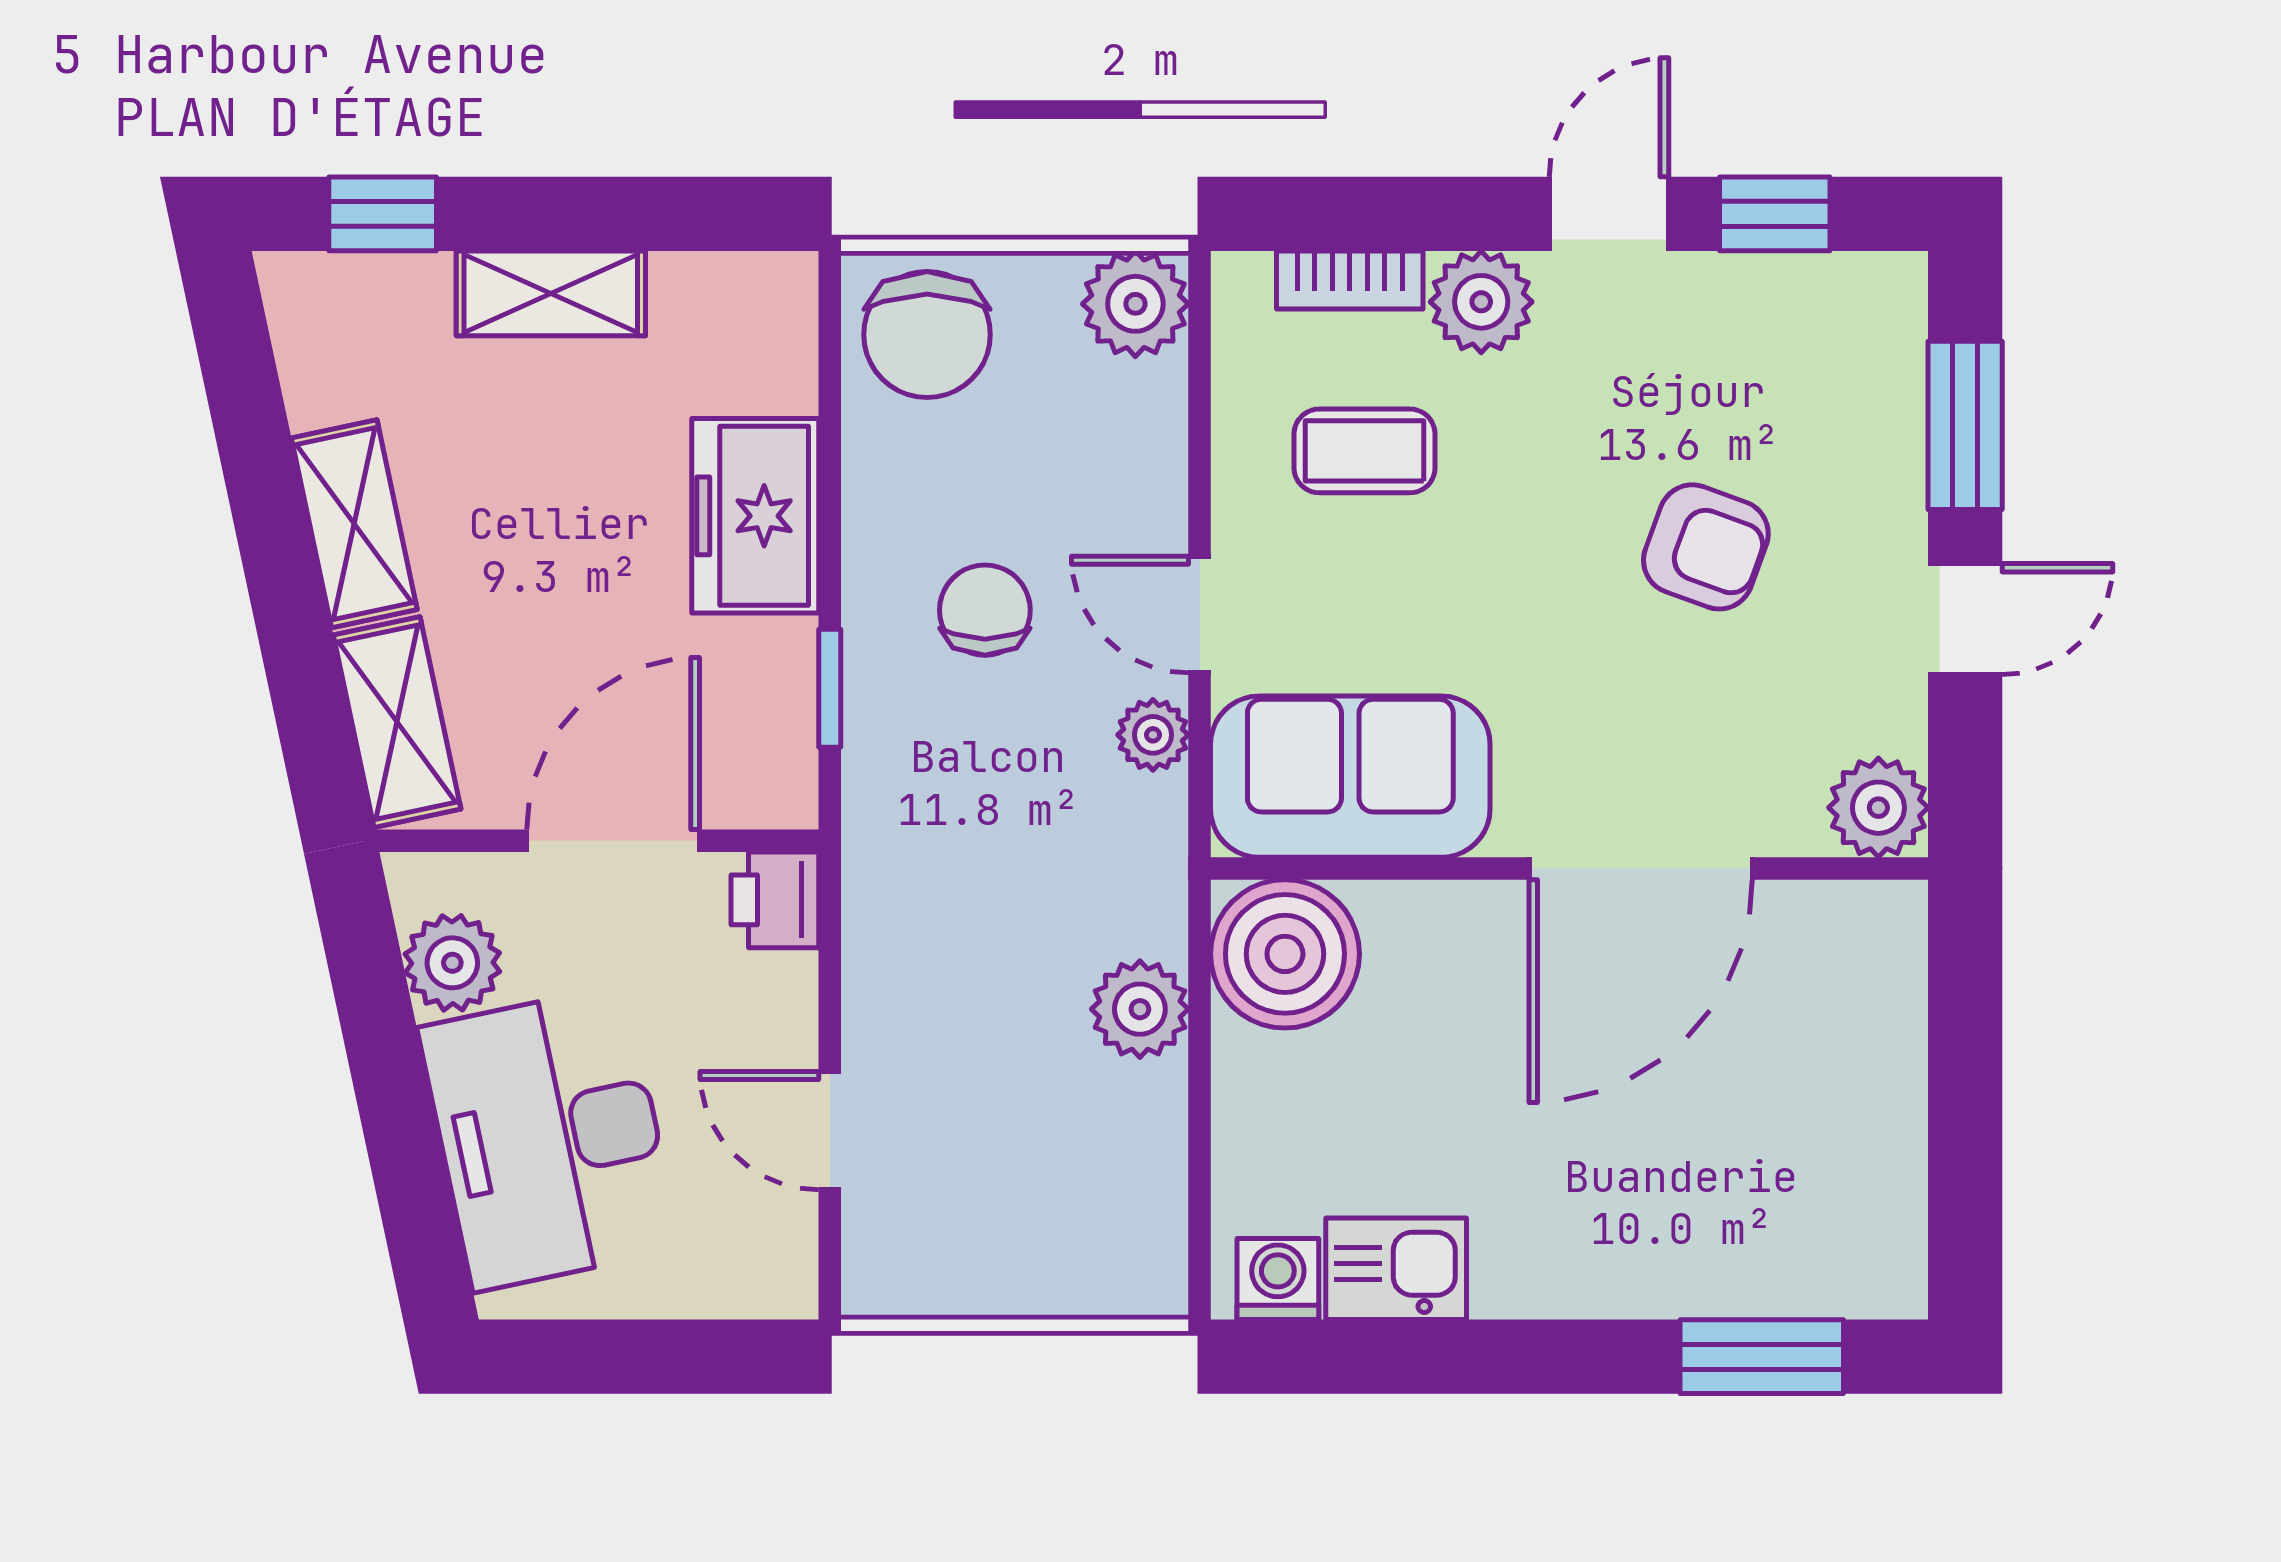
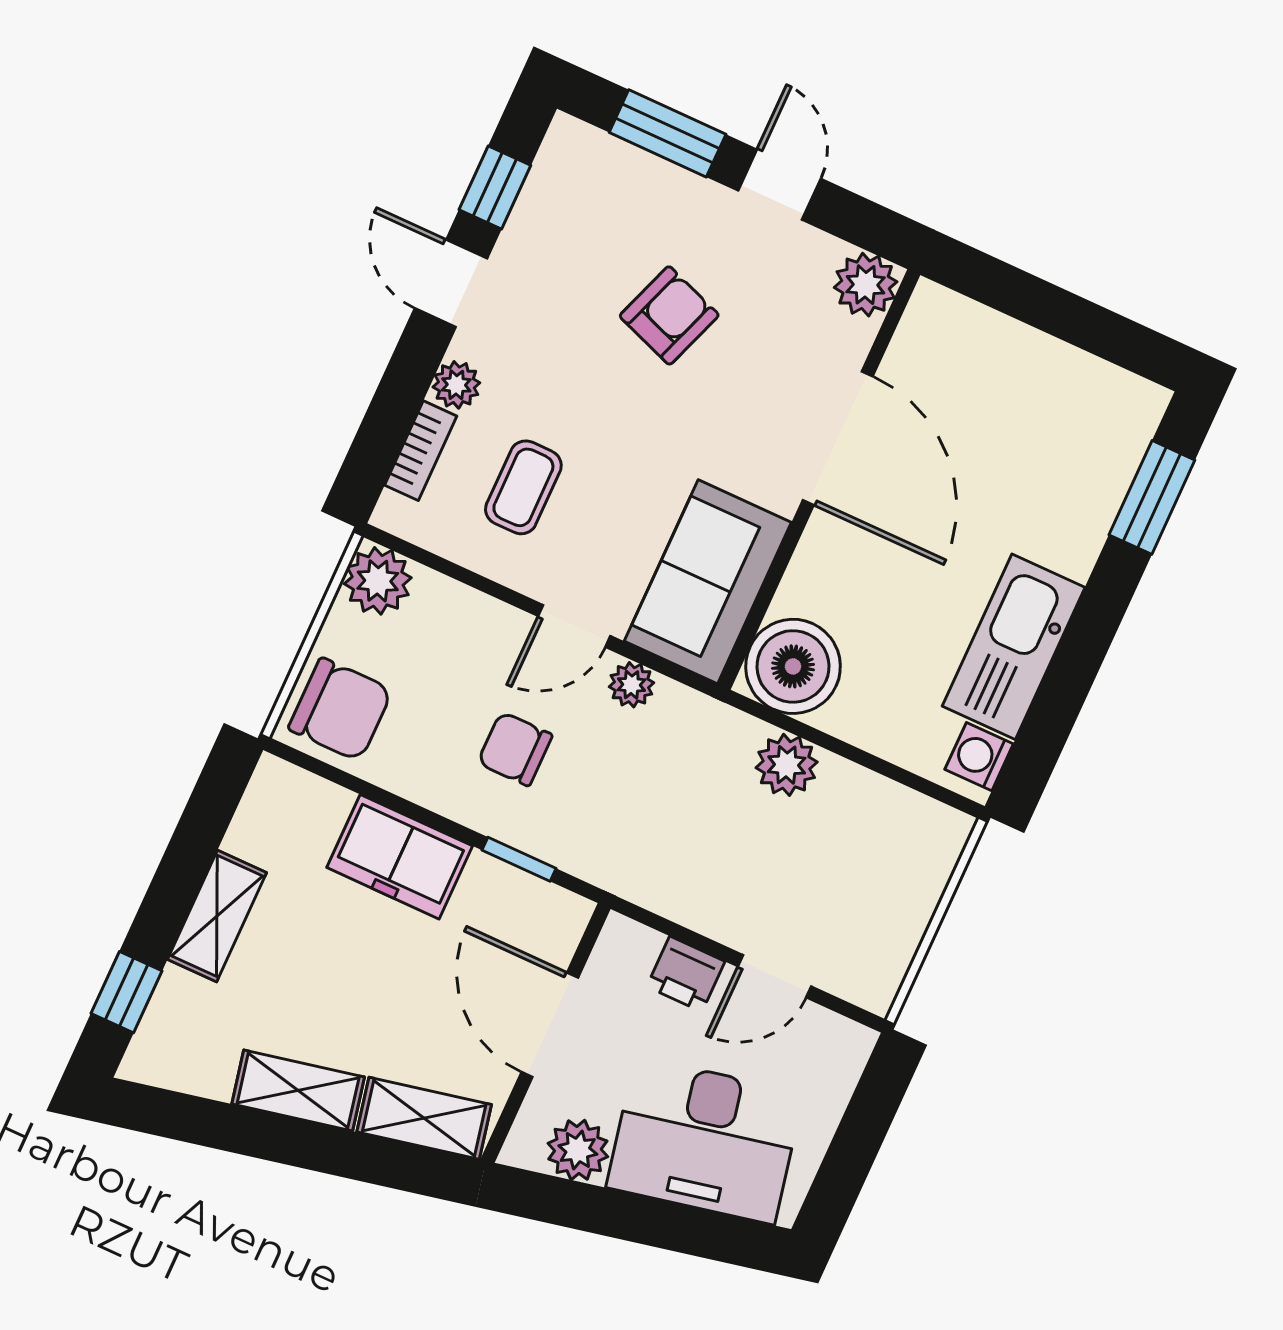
plant: (1481, 302) -> (456, 385), width x0.73, depth x0.73
printer: (775, 900) -> (686, 974), moved
kitchen sink: (1396, 1269) -> (1014, 647), width x1.87, depth x1.24

